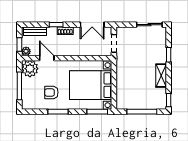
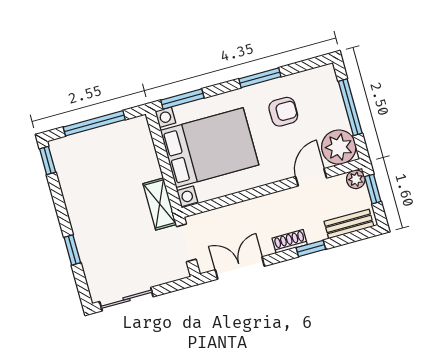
door: (47, 58) -> (311, 177), swing flipped
shelving: (161, 76) -> (160, 204), moved

